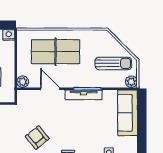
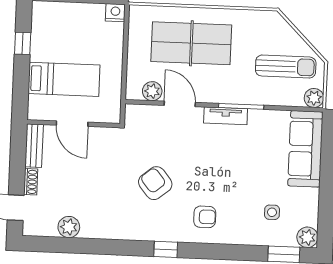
plant: (23, 82) -> (152, 91), moved
tv unit: (84, 95) -> (226, 116), width x0.71

